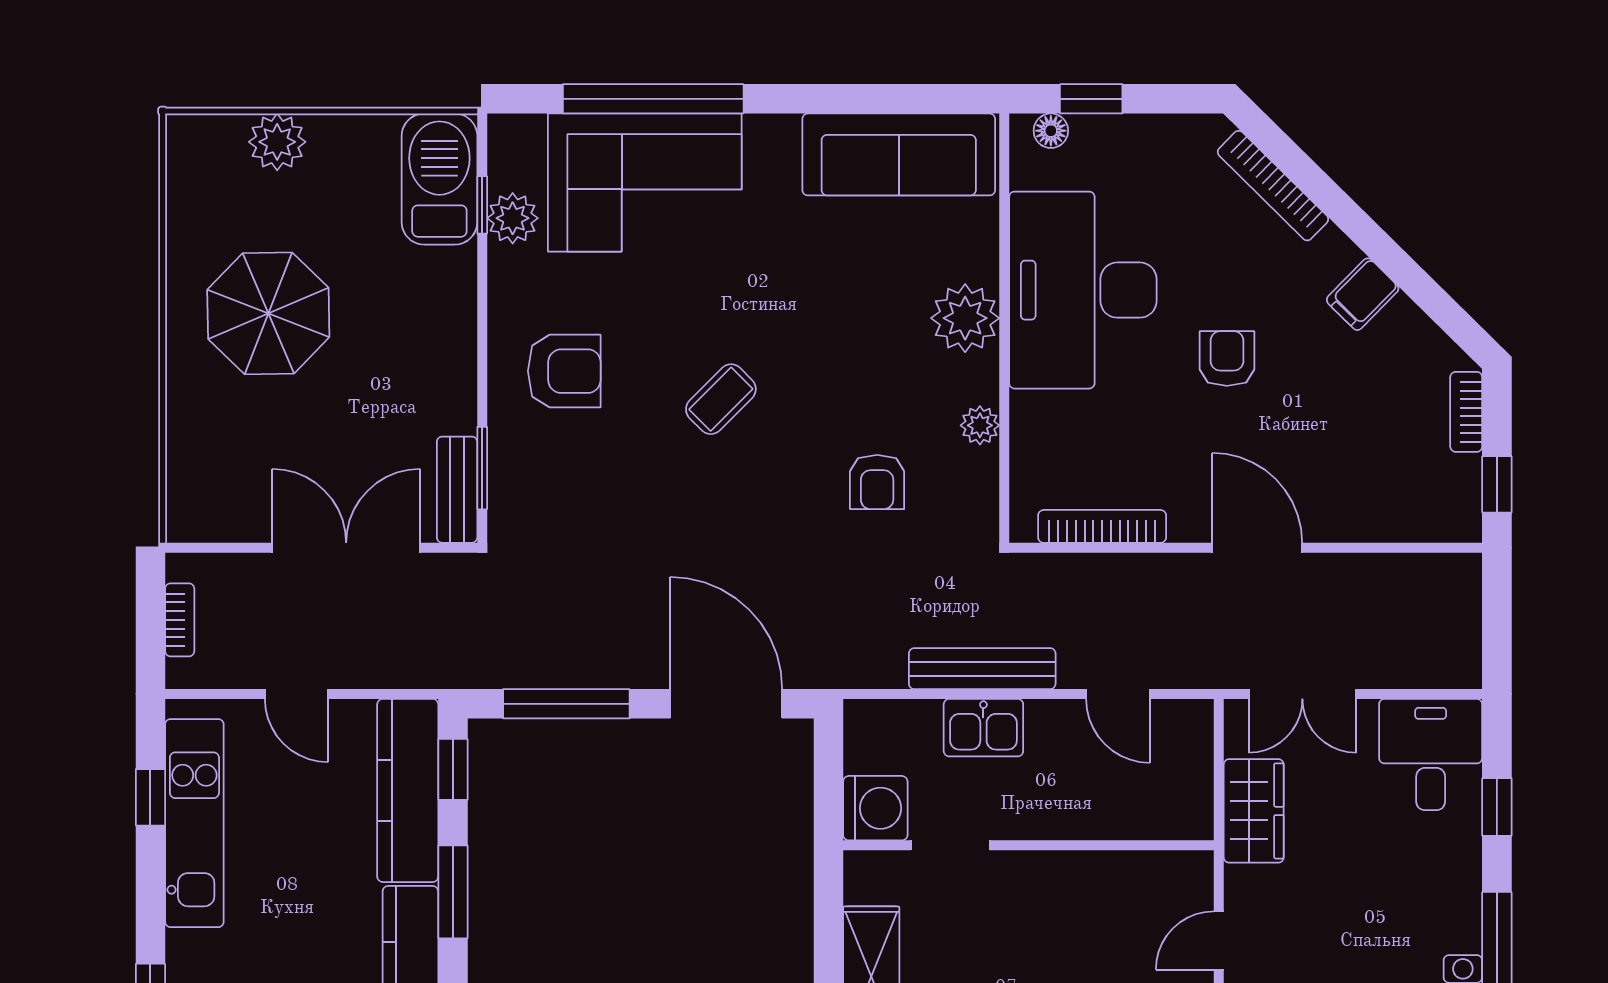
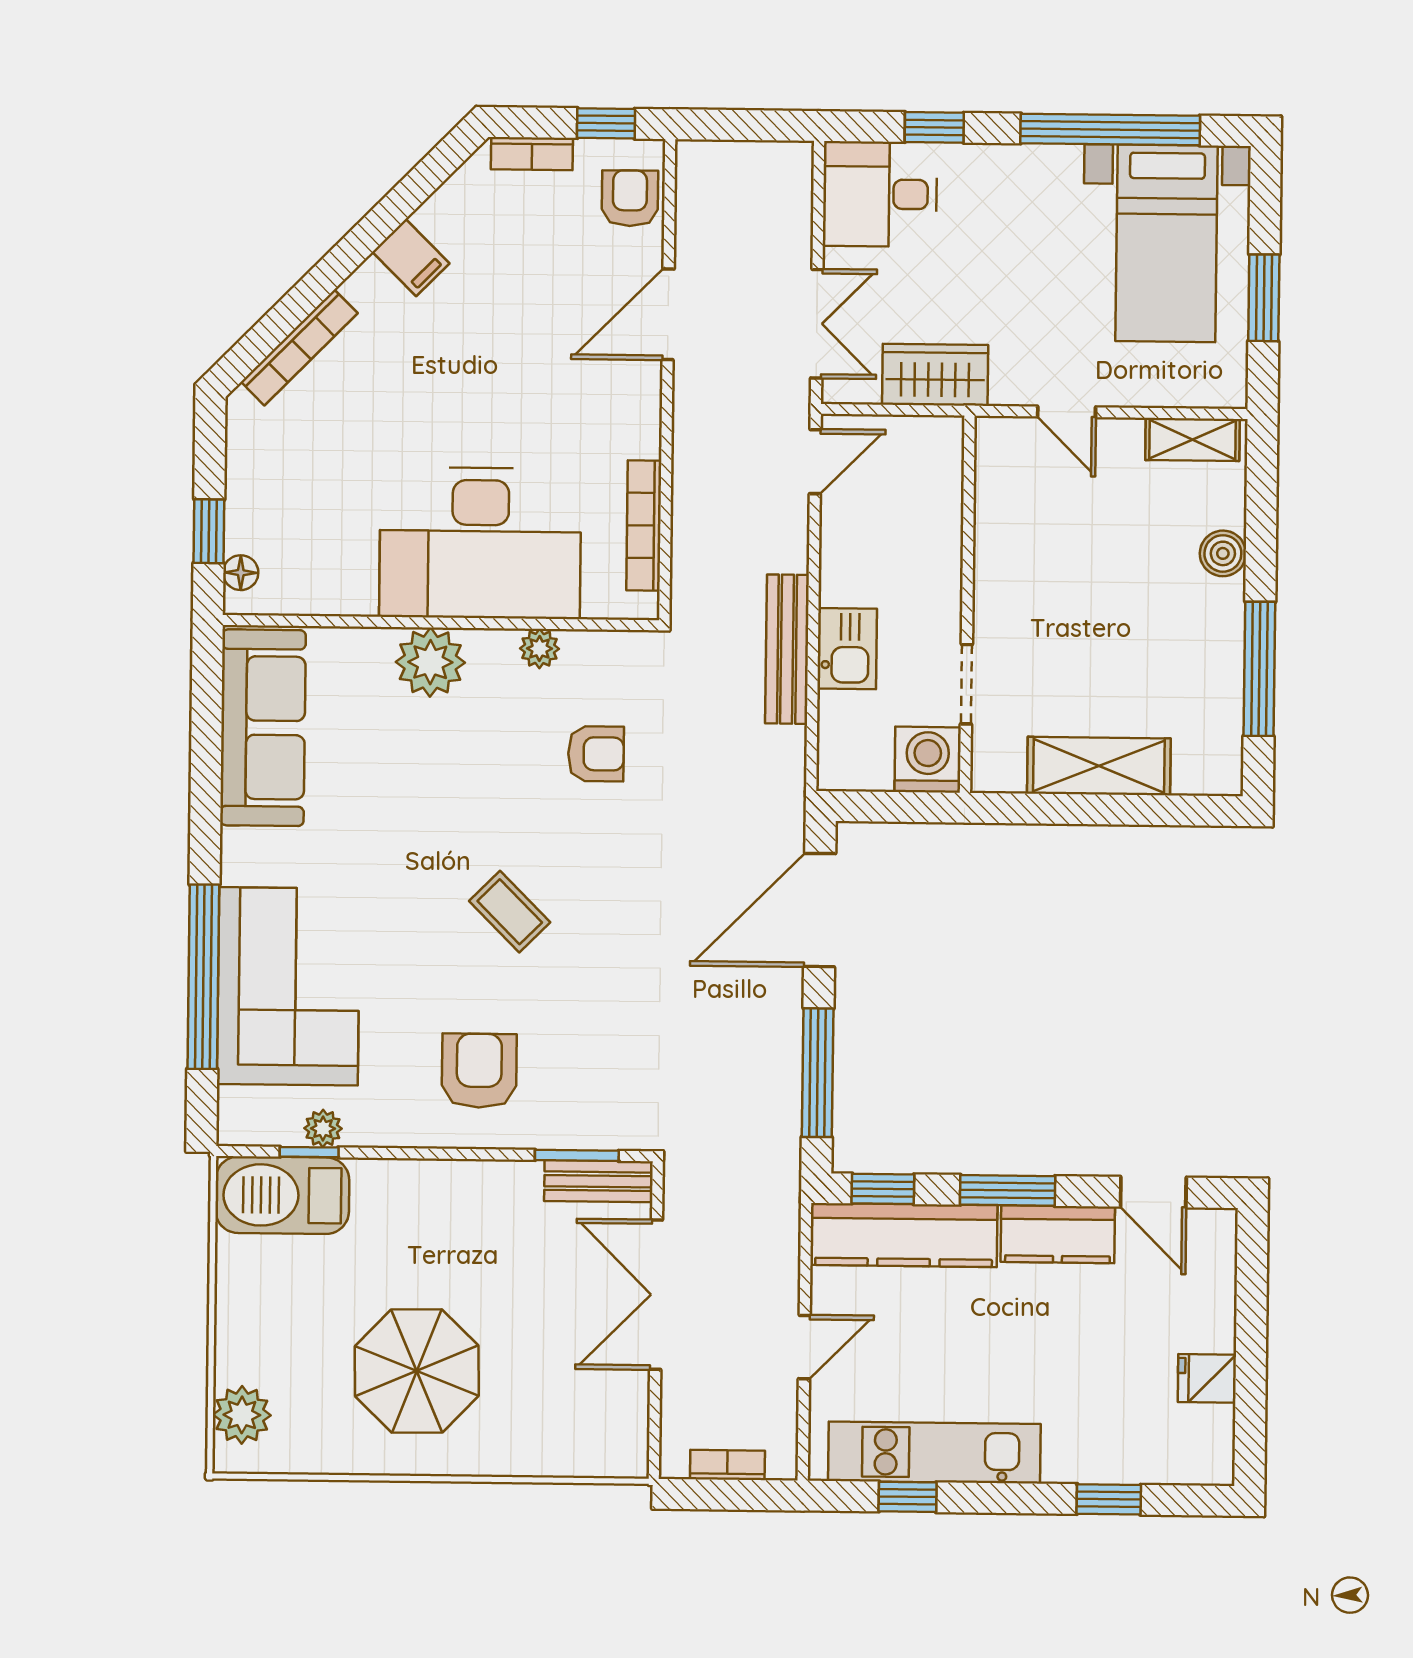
plant: (277, 142) -> (242, 1415), moved
plant: (513, 218) -> (323, 1128), width x0.73, depth x0.73
desk: (1083, 290) -> (480, 543), moved
armchair: (1227, 359) -> (630, 198), moved, turned 90
door: (1257, 548) -> (668, 314), moved
door: (1118, 694) -> (815, 462), moved

